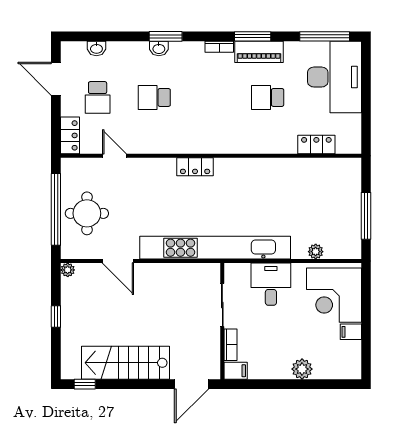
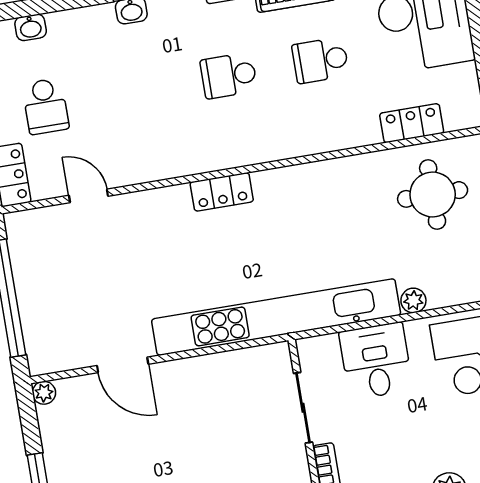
school desk: (154, 97) -> (229, 76), moved
round table: (87, 213) -> (433, 194), moved
plant: (316, 252) -> (413, 300), moved

